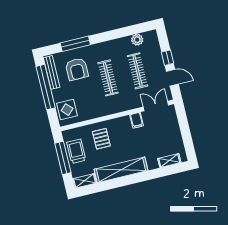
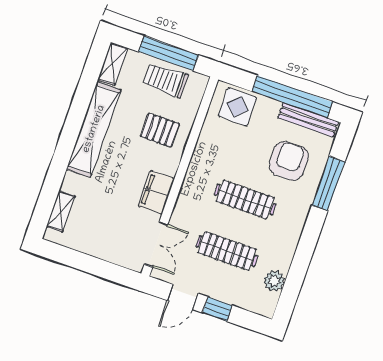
armchair: (77, 69) -> (289, 161), turned 90
filing cabinet: (137, 120) -> (156, 192), width x2.00
trolley: (76, 151) -> (166, 80), turned 180

